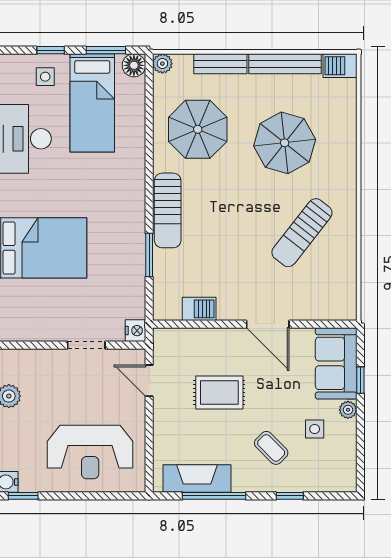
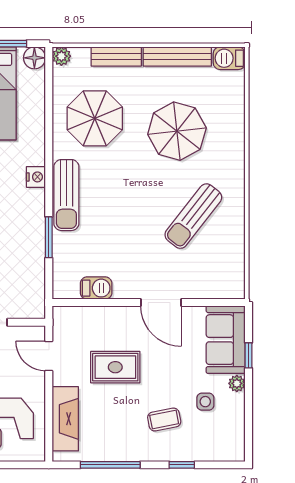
nightstand: (135, 331) -> (36, 177), moved
coffee table: (271, 448) -> (164, 420), turned -56
fireplace: (197, 478) -> (65, 419), moved, turned 90

